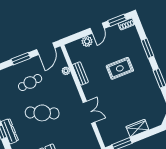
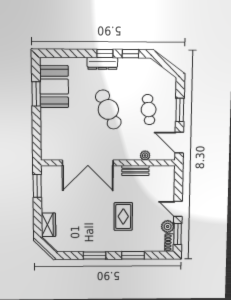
plant: (87, 41) -> (168, 226), moved
double door: (89, 112) -> (88, 163), width x1.87
cafe table: (42, 113) -> (108, 109), turned -48
wardrobe: (137, 128) -> (48, 225), moved

